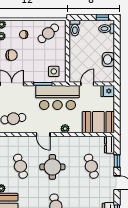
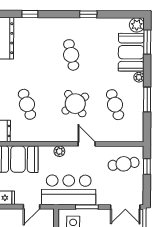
round table: (52, 167) -> (75, 104), turned -36

